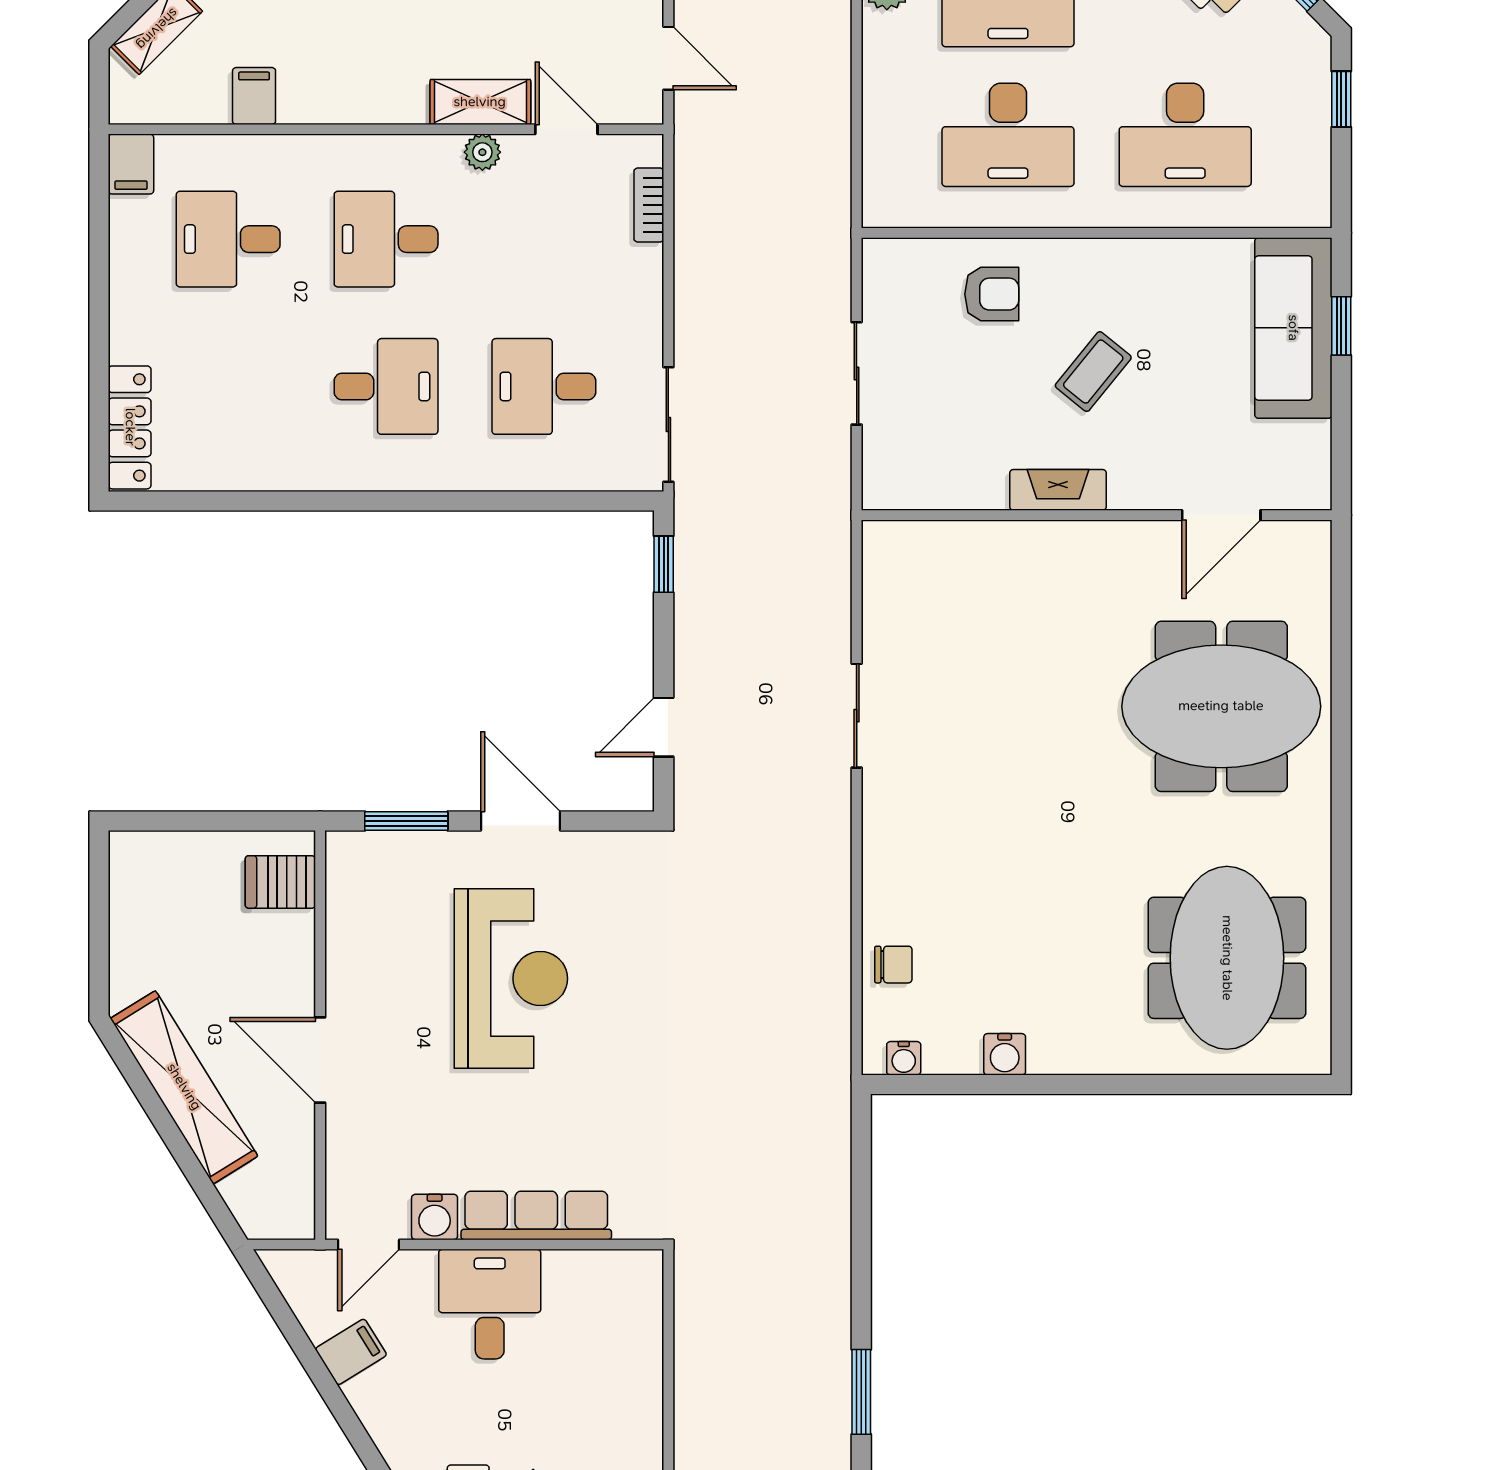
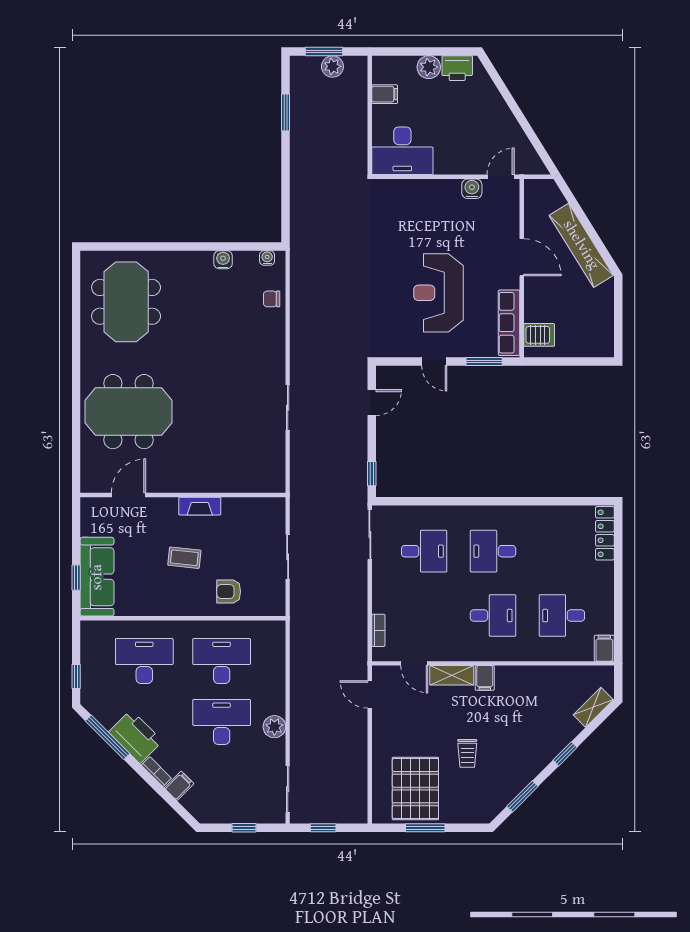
filing cabinet: (254, 96) -> (485, 678), moved
plant: (482, 152) -> (451, 653), removed
desk: (228, 239) -> (562, 615), turned 180
coffee table: (1093, 372) -> (184, 558), turned 57
door: (521, 821) -> (434, 362), width x0.73
row of seats: (536, 1215) -> (509, 323), moved, turned 90
desk: (490, 1304) -> (402, 151), moved, width x1.37
filing cabinet: (351, 1352) -> (385, 94), moved, turned -148

